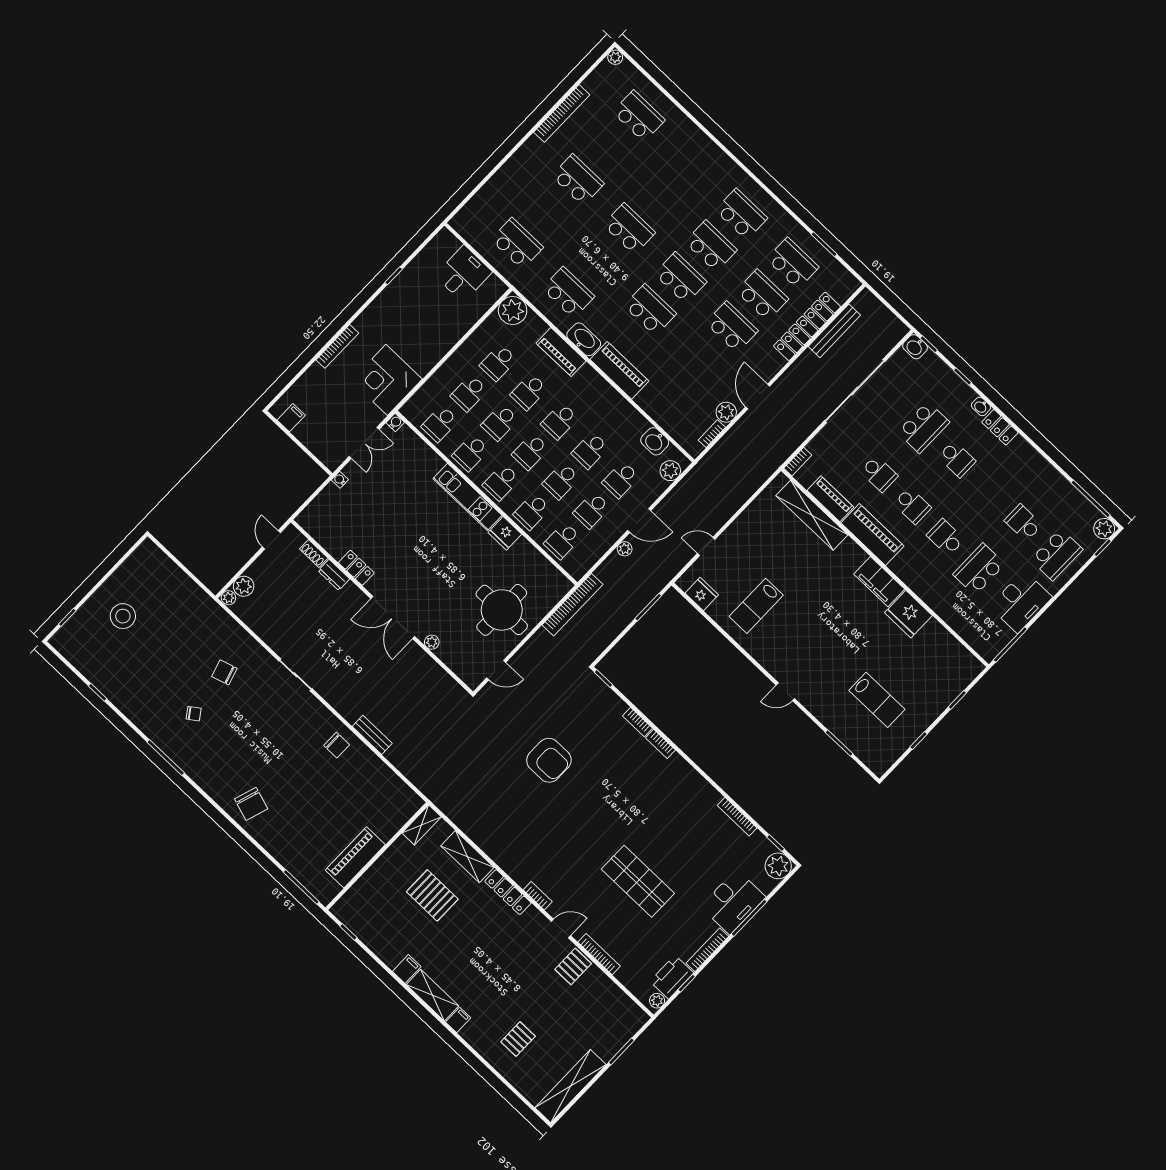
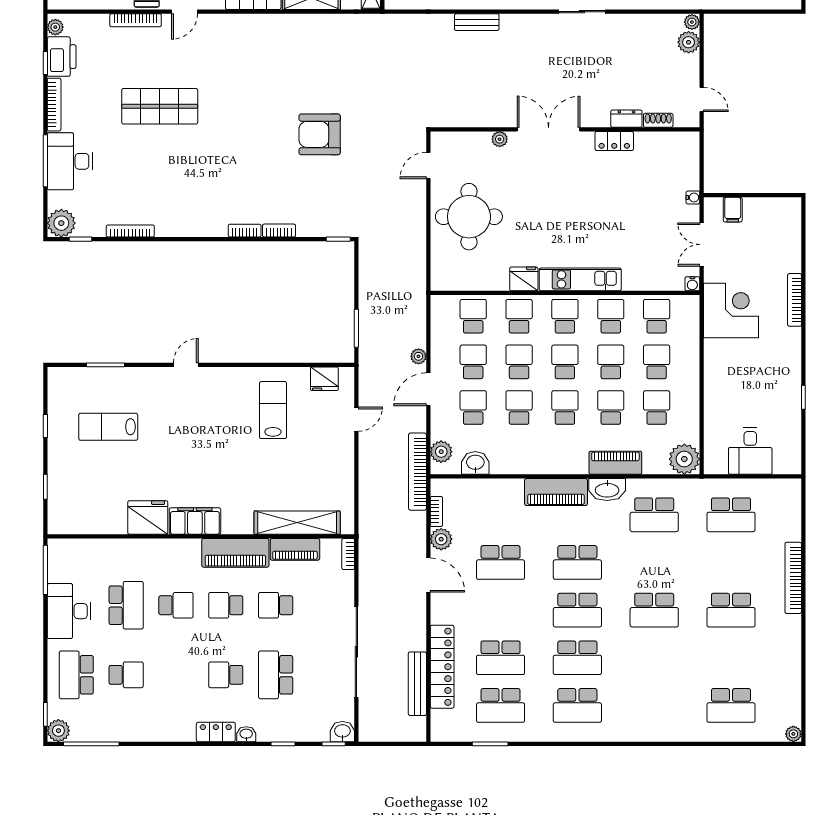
bookcase: (562, 113) -> (793, 578), moved
school desk: (732, 327) -> (501, 562), moved
filing cabinet: (291, 418) -> (733, 210), moved
bookcase: (572, 605) -> (418, 472), moved
bookcase: (538, 896) -> (227, 20), removed

